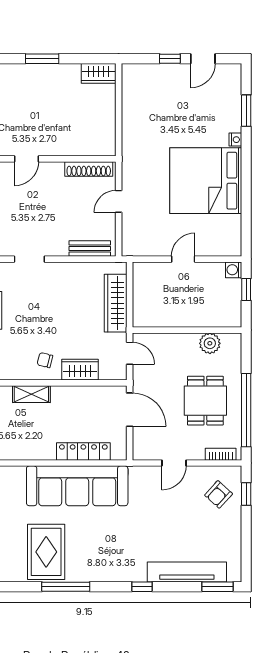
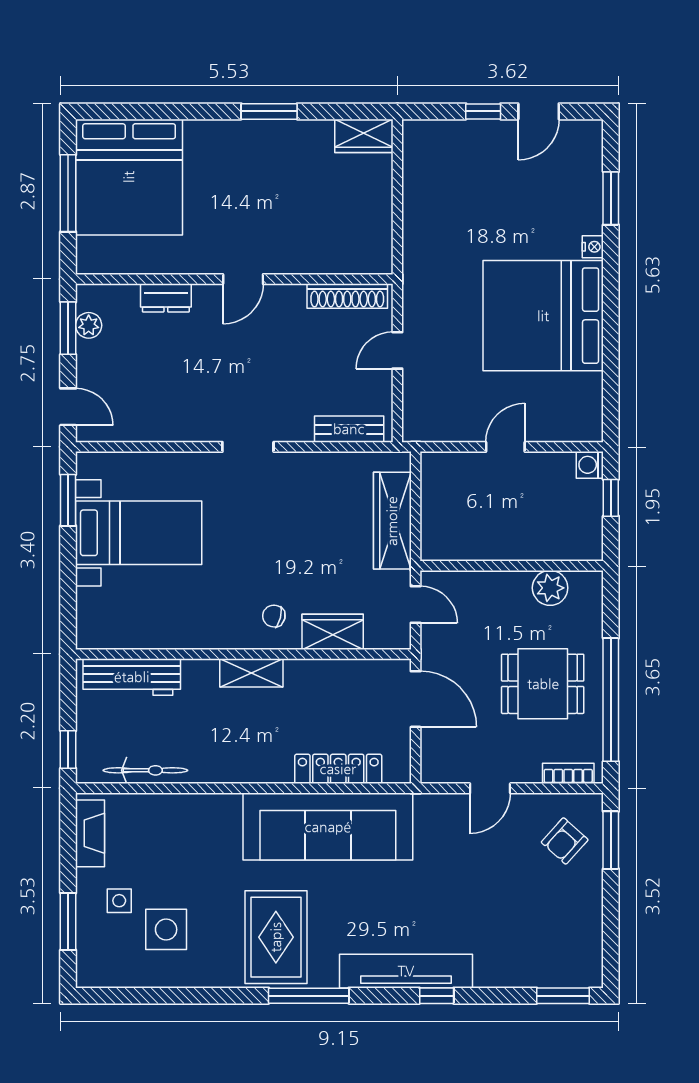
dining table: (205, 401) -> (543, 684), turned 90
window: (246, 494) -> (611, 840), width x1.50
tv unit: (187, 572) -> (406, 971), moved

